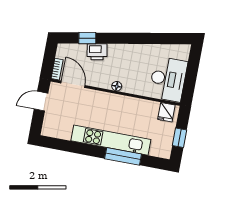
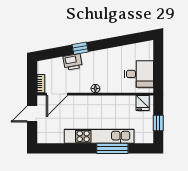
window: (87, 38) -> (80, 48), moved
desk: (168, 79) -> (139, 74), width x0.73
door: (73, 84) -> (57, 94), swing flipped

